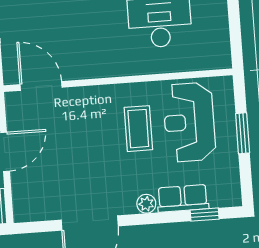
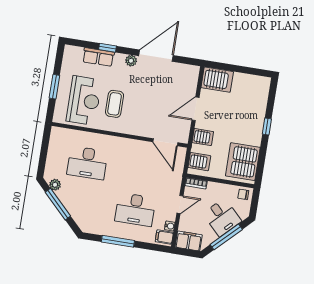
plant: (146, 204) -> (131, 61), moved
window: (205, 215) -> (108, 48), moved

